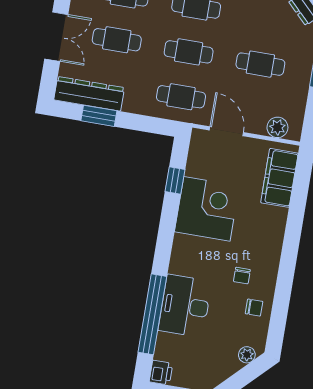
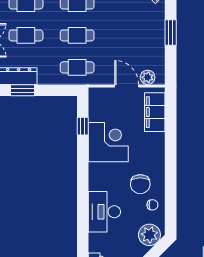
cafe table: (260, 64) -> (128, 35), removed
door: (226, 131) -> (127, 86), moved
chair: (242, 276) -> (140, 184), width x1.87, depth x1.87
window: (152, 314) -> (83, 221), removed
plant: (247, 355) -> (149, 235), width x1.88, depth x1.88

